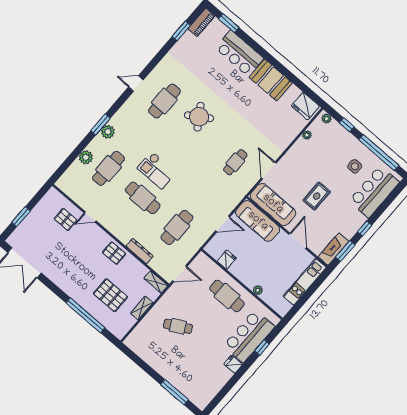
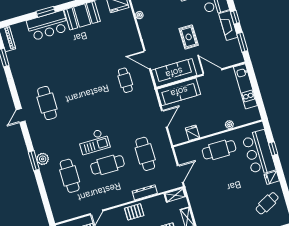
window: (229, 23) -> (46, 12), moved
round table: (199, 117) -> (75, 85), removed
plant: (86, 157) -> (51, 187), removed
fireplace: (334, 249) -> (228, 26), moved
cafe table: (178, 326) -> (267, 203), moved

